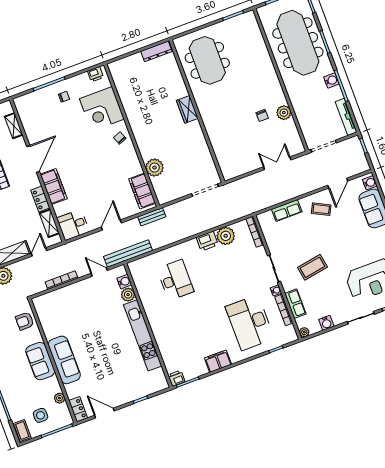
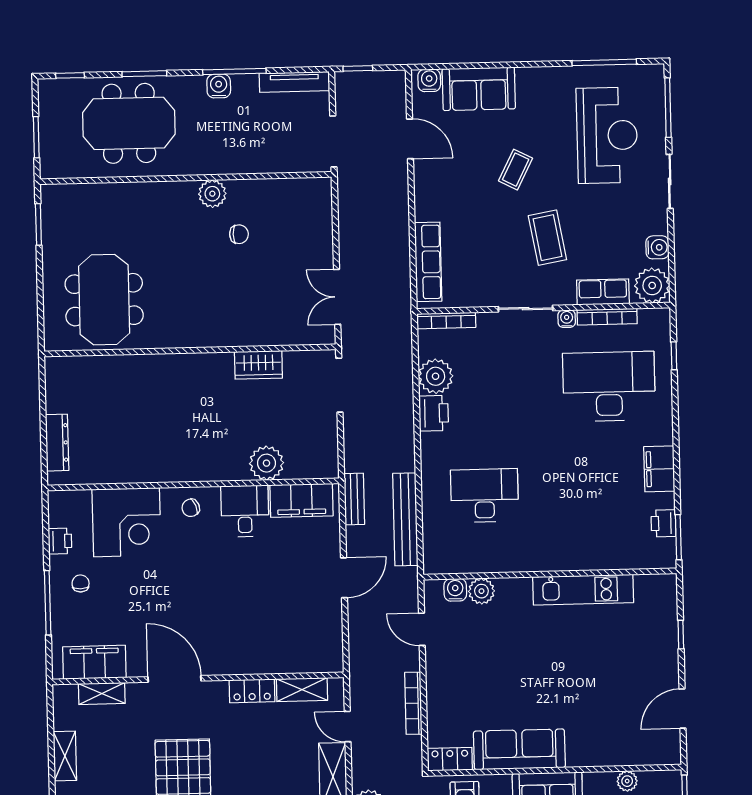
meeting table: (298, 43) -> (129, 123), width x0.73
dresser: (156, 51) -> (57, 443), moved
meeting table: (207, 60) -> (104, 300), turned 90
printer: (96, 74) -> (60, 541), moved
wardrobe: (187, 109) -> (258, 365), moved
plant: (284, 113) -> (212, 194), moved
double door: (277, 163) -> (337, 297), moved
filing cabinet: (54, 186) -> (94, 662), moved
coffee table: (321, 209) -> (516, 170), moved
row of seats: (287, 211) -> (428, 262), width x1.48
desk: (73, 225) -> (245, 511), moved, turned 180
door: (111, 225) -> (344, 578), swing flipped
bench: (128, 254) -> (405, 519), moved
door: (99, 272) -> (422, 629), hinge flipped
desk: (250, 323) -> (609, 387), turned 180
plant: (304, 332) -> (652, 285), width x1.88, depth x1.88
kitchen unit: (143, 335) -> (583, 590), width x0.73
sofa: (64, 360) -> (519, 749), moved
printer: (176, 378) -> (663, 523), moved
locker: (78, 409) -> (450, 759), moved

